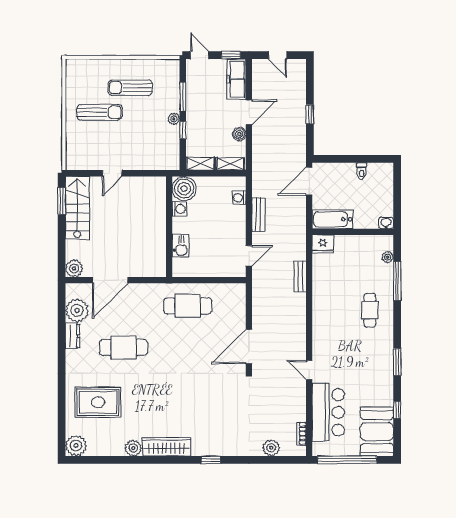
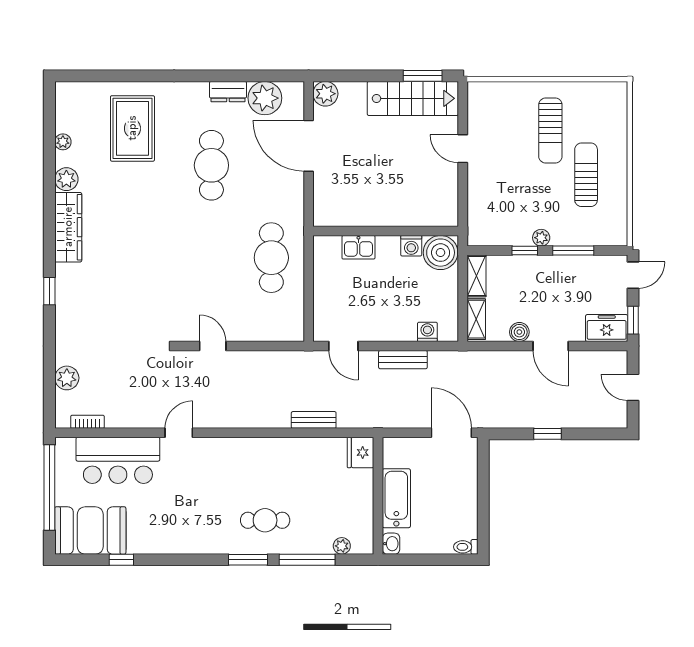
door: (278, 55) -> (633, 387), hinge flipped
freezer: (237, 79) -> (607, 328), width x0.71
toilet: (361, 171) -> (466, 547), moved
bathtub: (333, 219) -> (396, 498), moved
door: (249, 347) -> (213, 346), width x0.53
window: (397, 362) -> (248, 560), moved
plant: (76, 446) -> (63, 142), moved, width x0.53, depth x0.53

